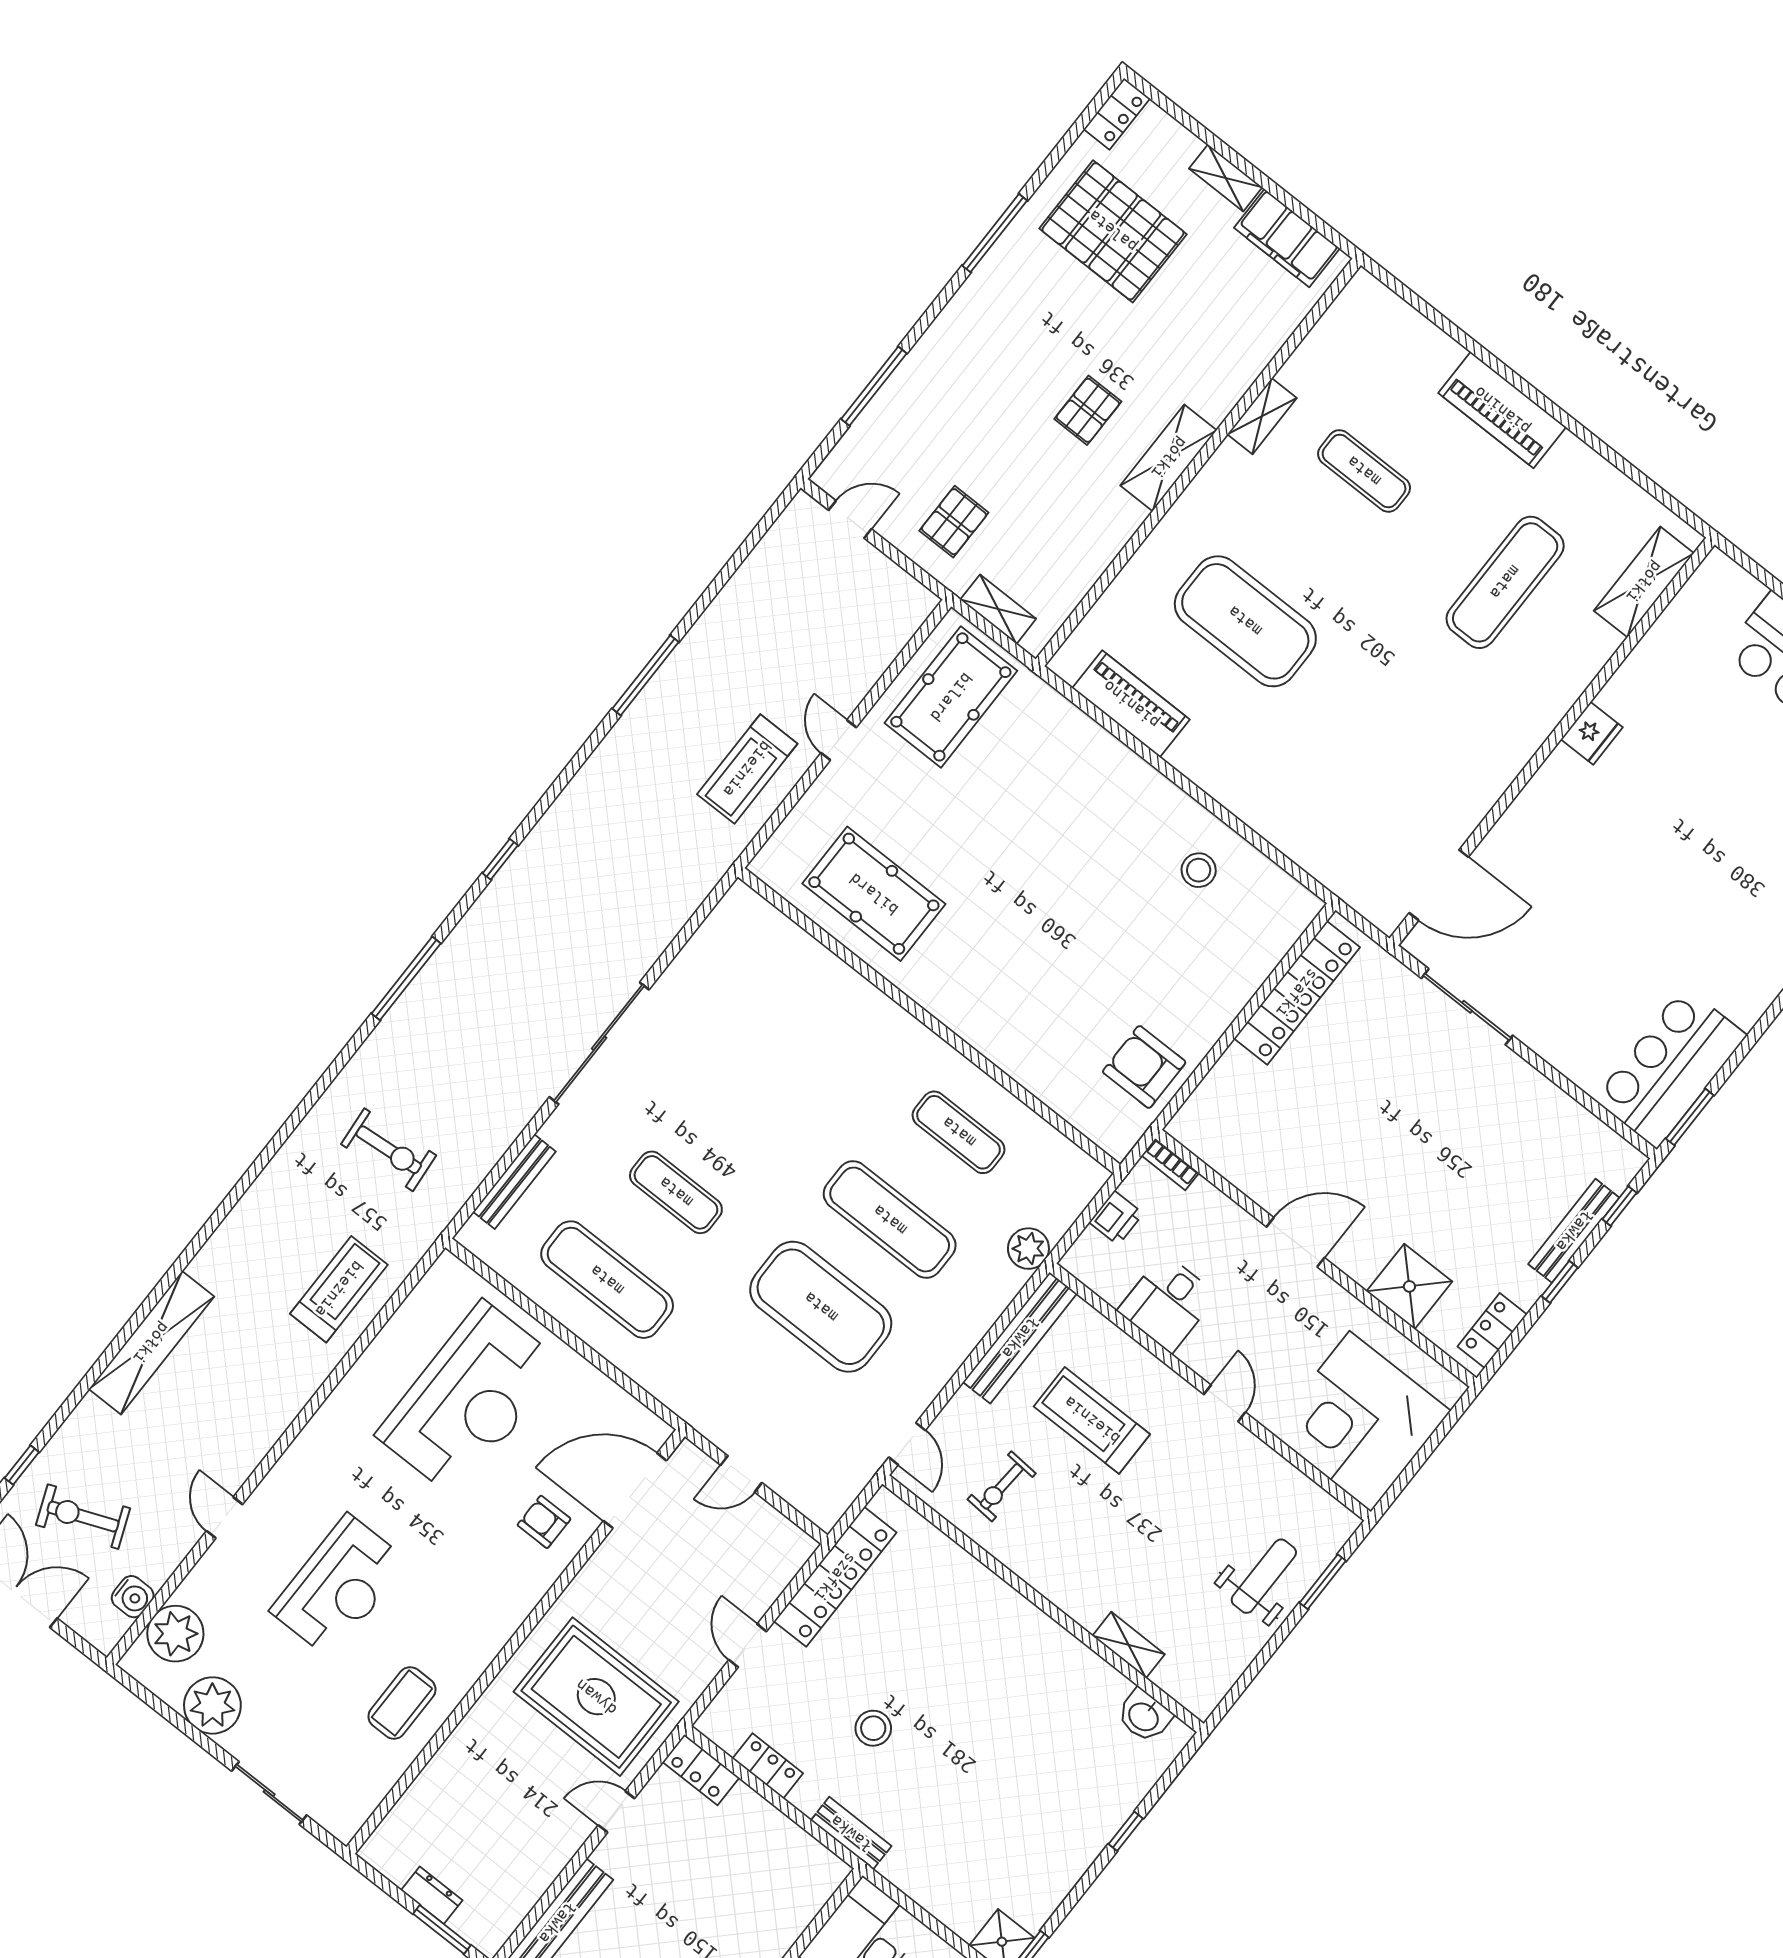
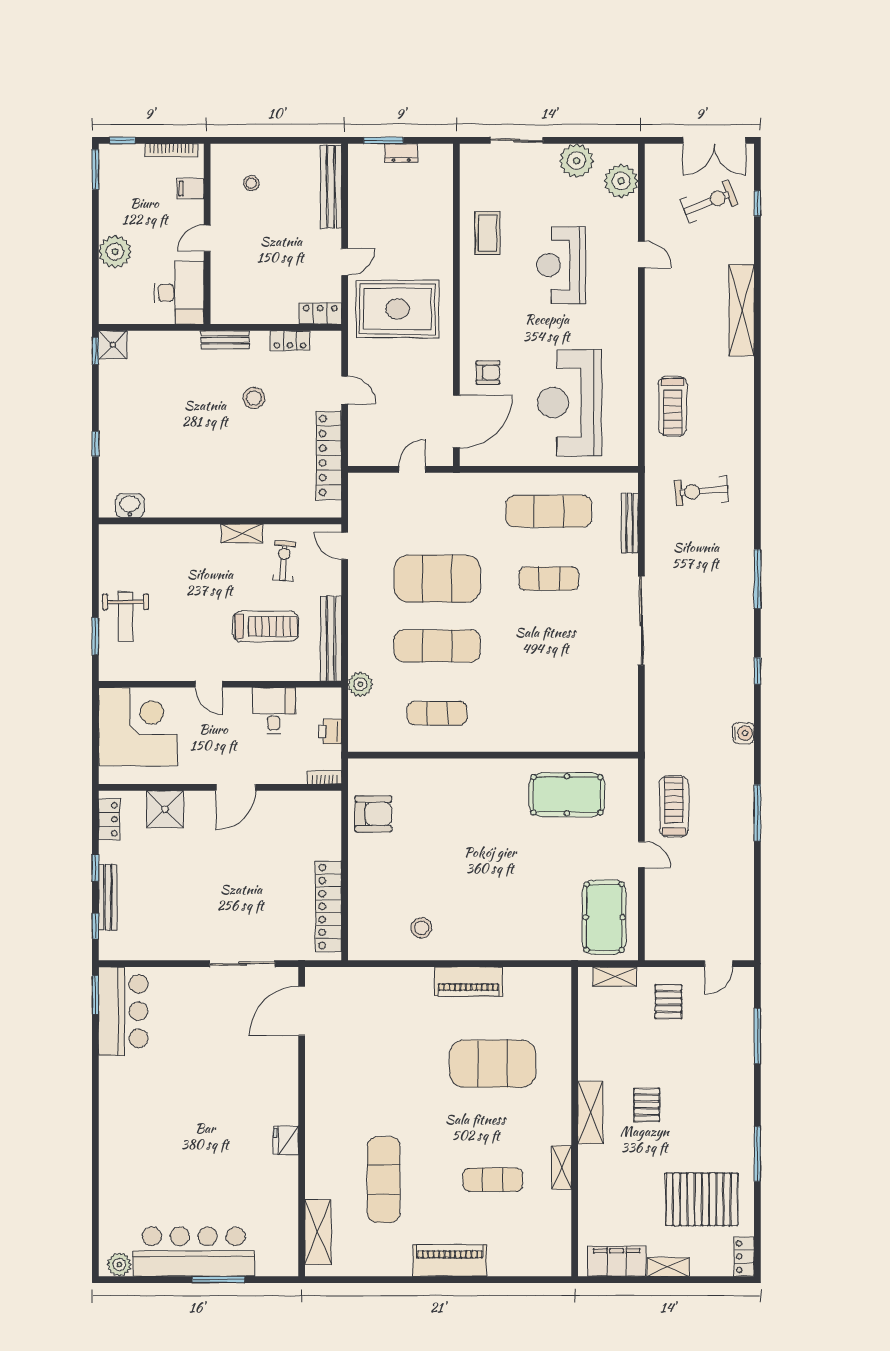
piano: (1131, 704) -> (468, 982), moved
water cooler: (133, 1597) -> (743, 733), moved, turned 180
shelving: (1129, 1645) -> (242, 533), moved

